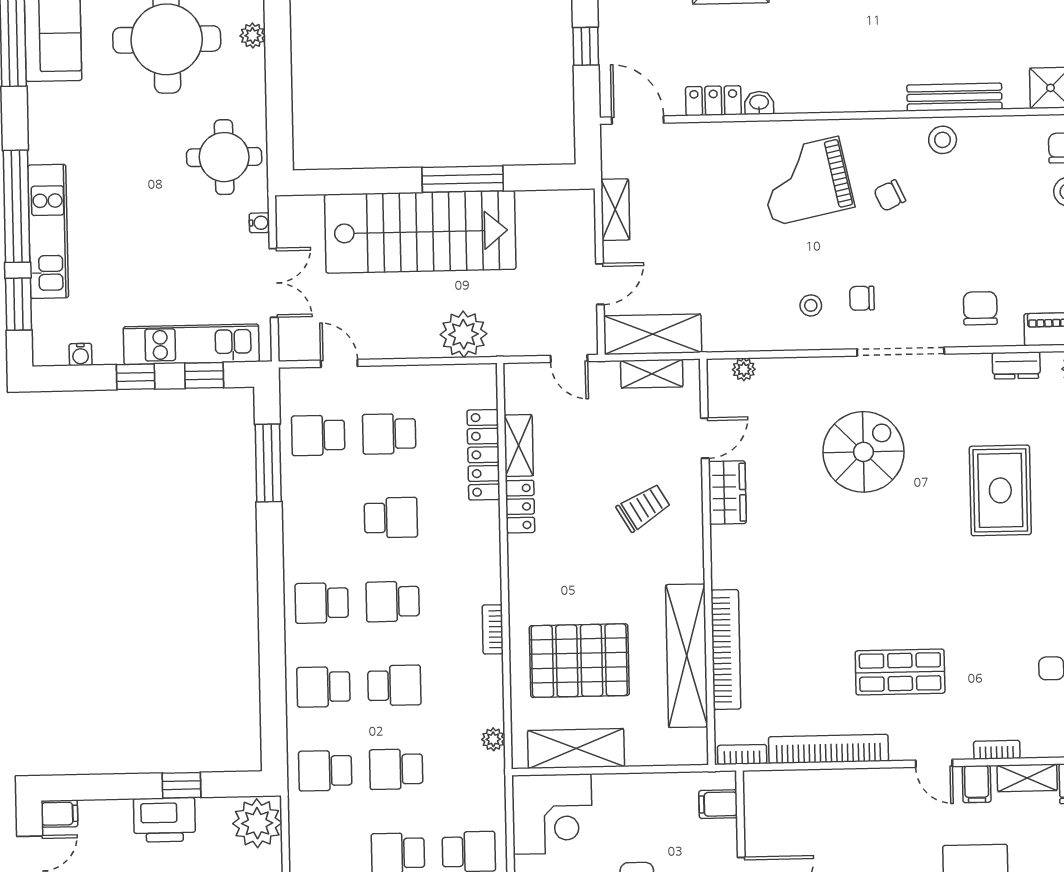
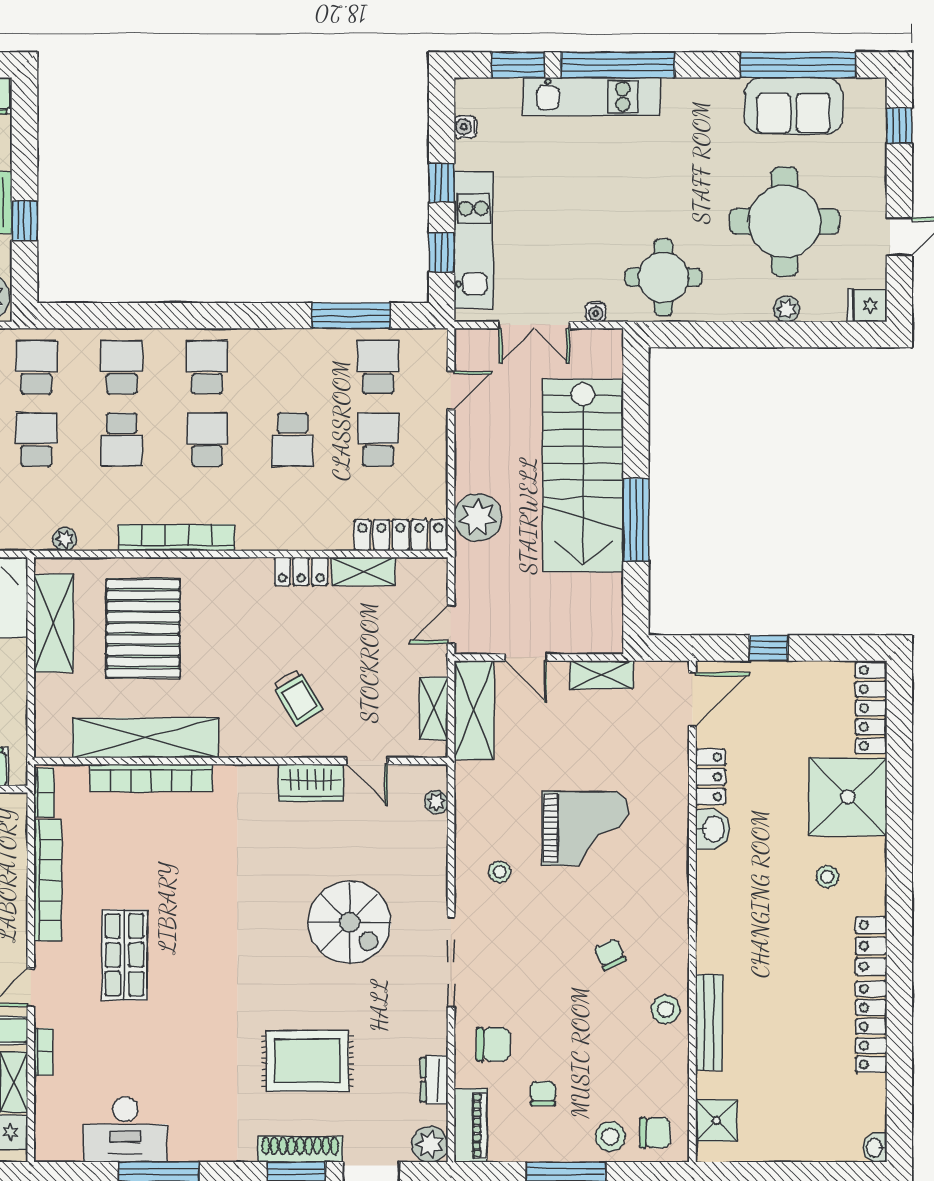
washbasin: (759, 103) -> (713, 829), width x1.38, depth x1.45
grand piano: (806, 181) -> (585, 828), moved, turned 102
chair: (862, 298) -> (543, 1094), moved
locker: (483, 455) -> (400, 535), moved
bookcase: (493, 629) -> (177, 538), width x2.31, depth x1.31

